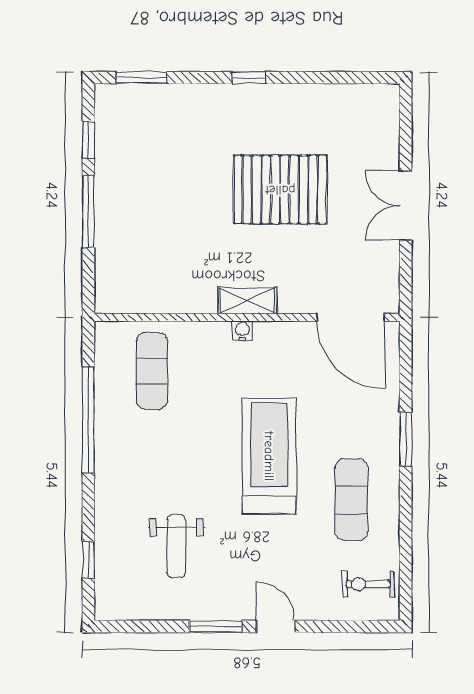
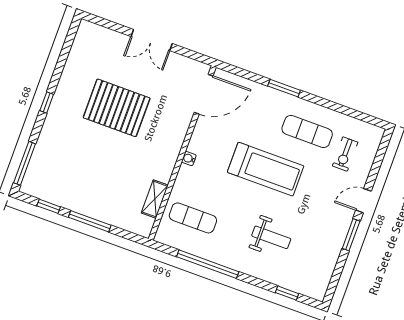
window: (142, 78) -> (25, 163), width x1.44
pallet: (280, 190) -> (117, 108), turned 90
shelving: (247, 301) -> (155, 199), moved
treadmill: (269, 456) -> (266, 169), turned 180
weight bench: (176, 546) -> (271, 237), moved
exercise bike: (368, 584) -> (345, 154), moved

